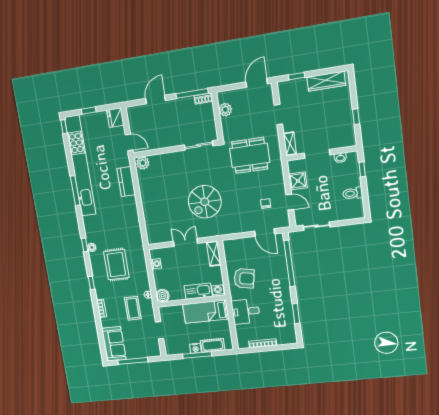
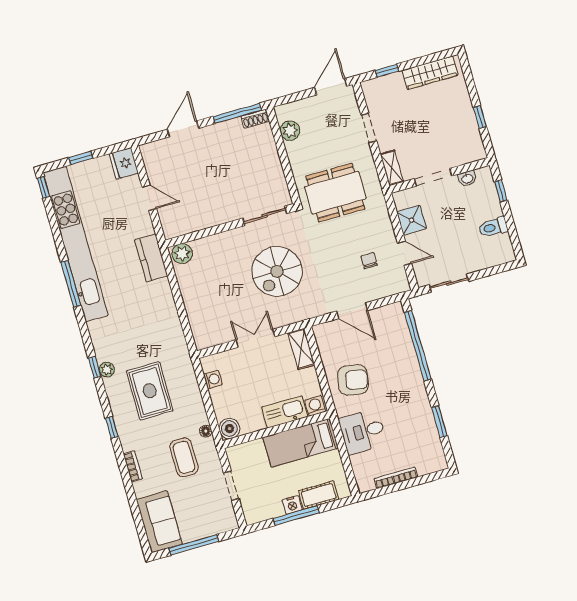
sliding door: (199, 145) -> (265, 216), moved
wall: (175, 149) -> (230, 226), moved
plant: (143, 163) -> (182, 254), moved
door: (265, 233) -> (352, 311), moved

